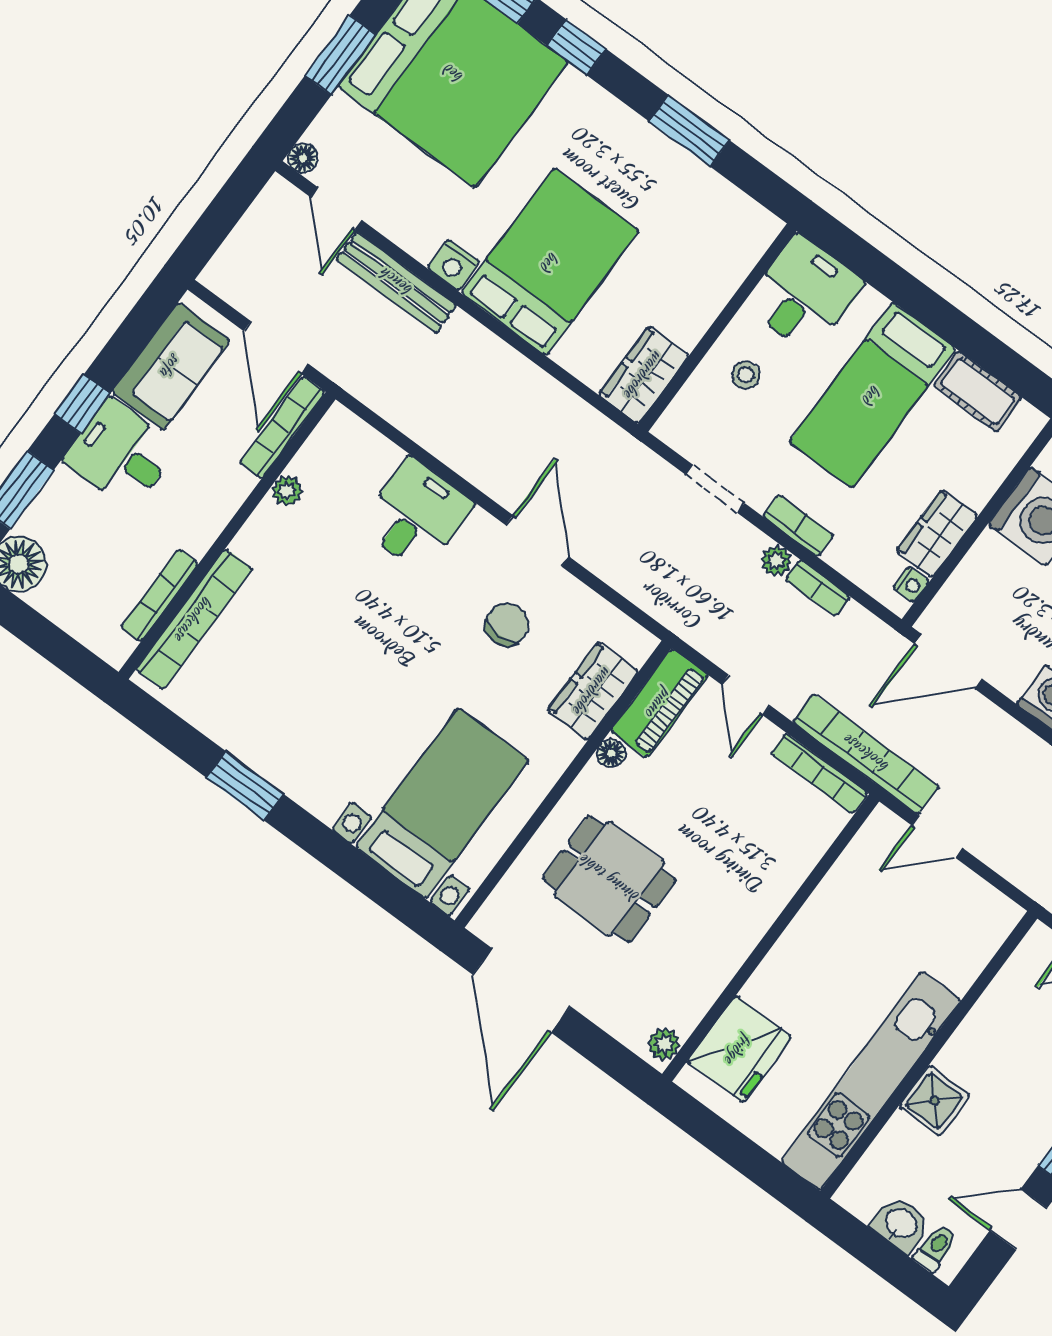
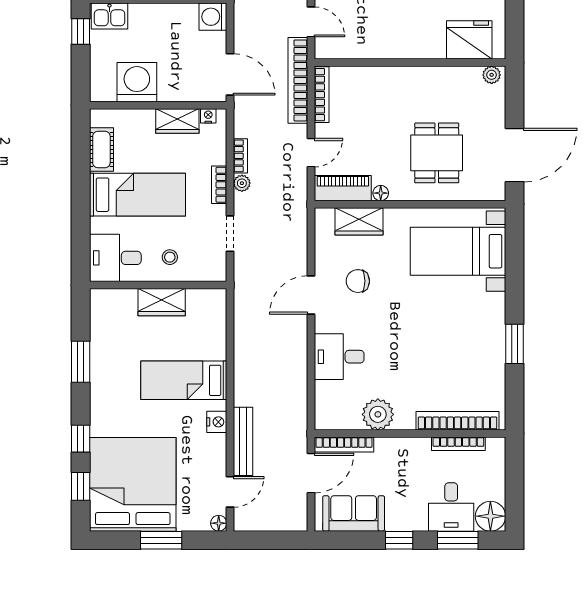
bed: (550, 262) -> (184, 380), width x0.67
wardrobe: (644, 375) -> (162, 302), moved
desk: (121, 454) -> (451, 507), moved
plant: (287, 491) -> (378, 414), width x1.88, depth x1.88

